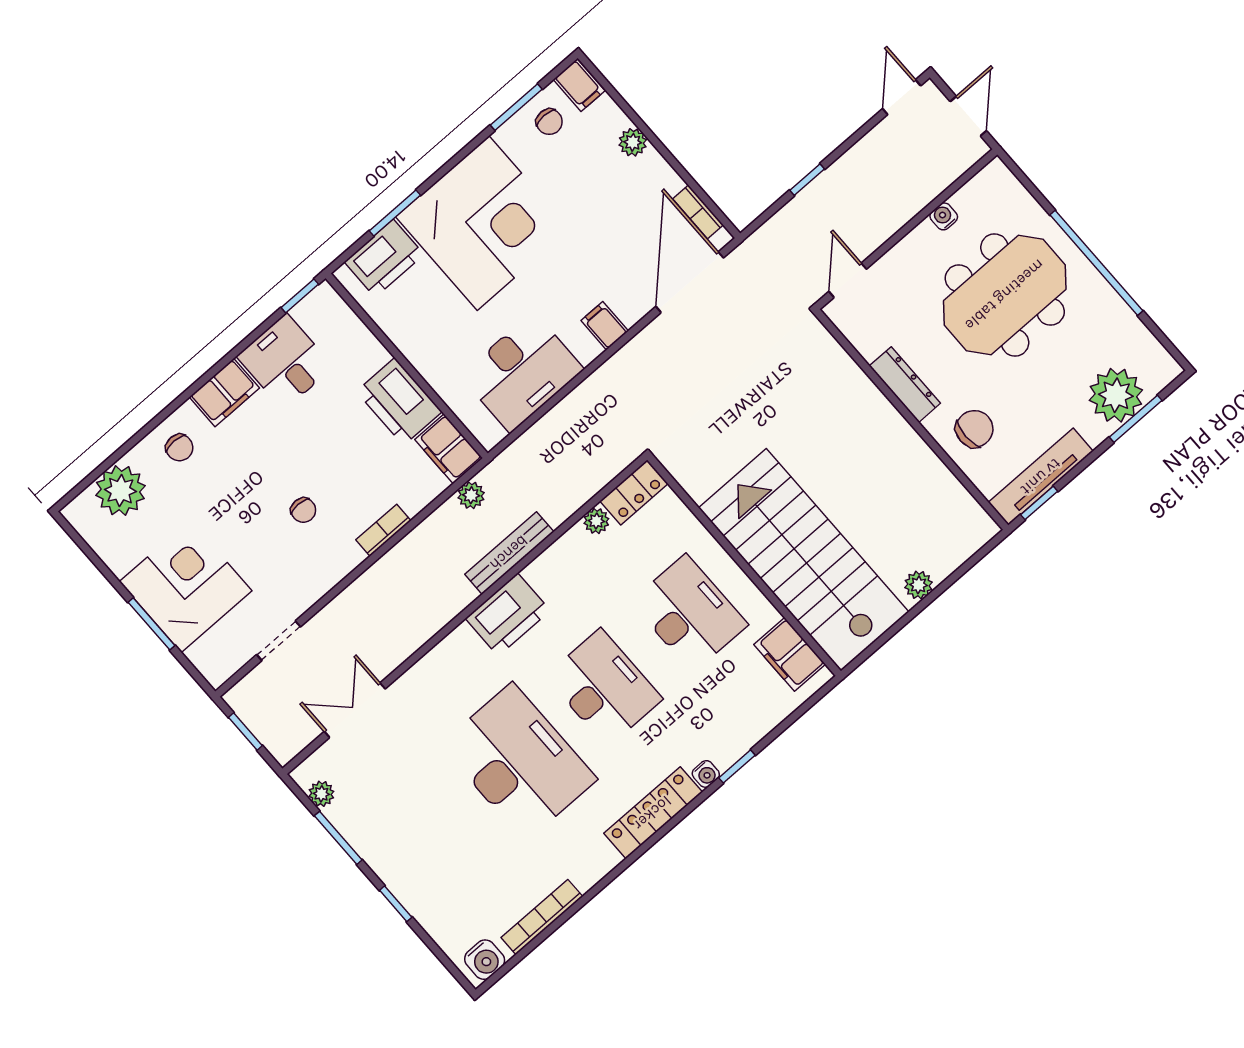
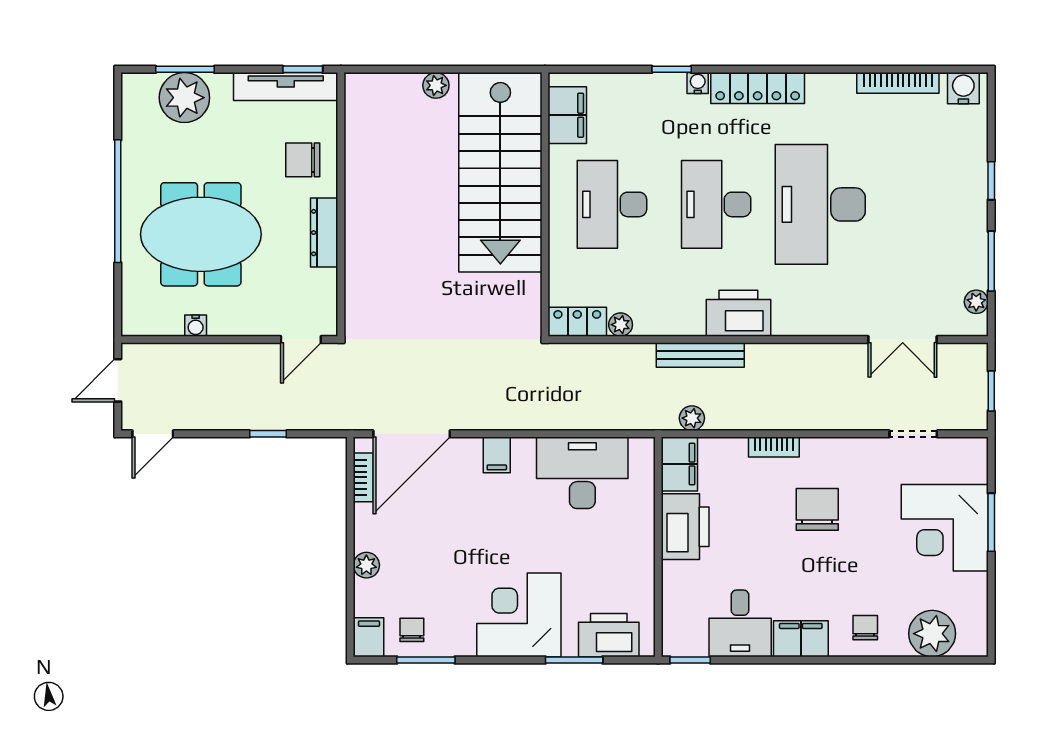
corner desk: (483, 223) -> (519, 615), width x0.74, depth x0.74
chair: (303, 510) -> (817, 509), width x1.87, depth x1.87

